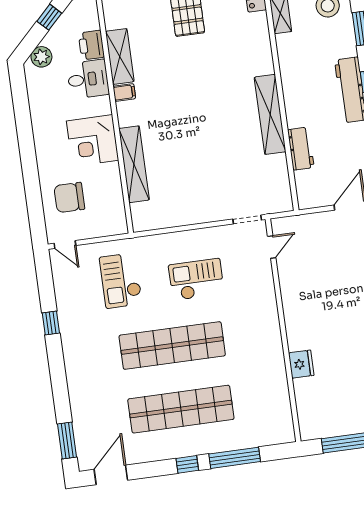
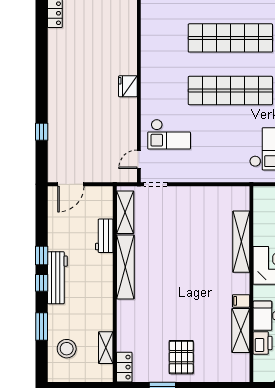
shelving: (279, 181) -> (125, 212), added
checkout: (196, 280) -> (169, 134), moved
fridge: (301, 364) -> (128, 86), moved

